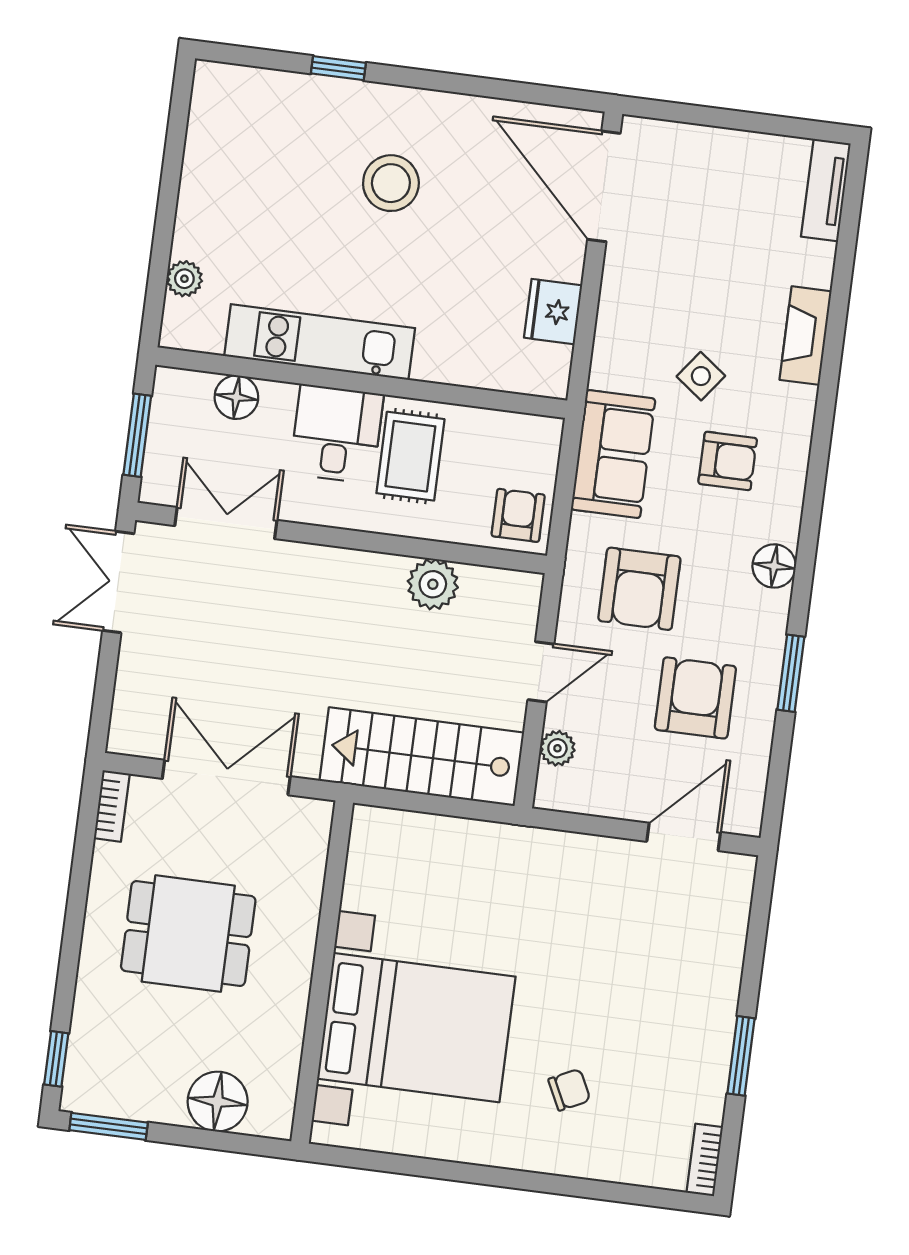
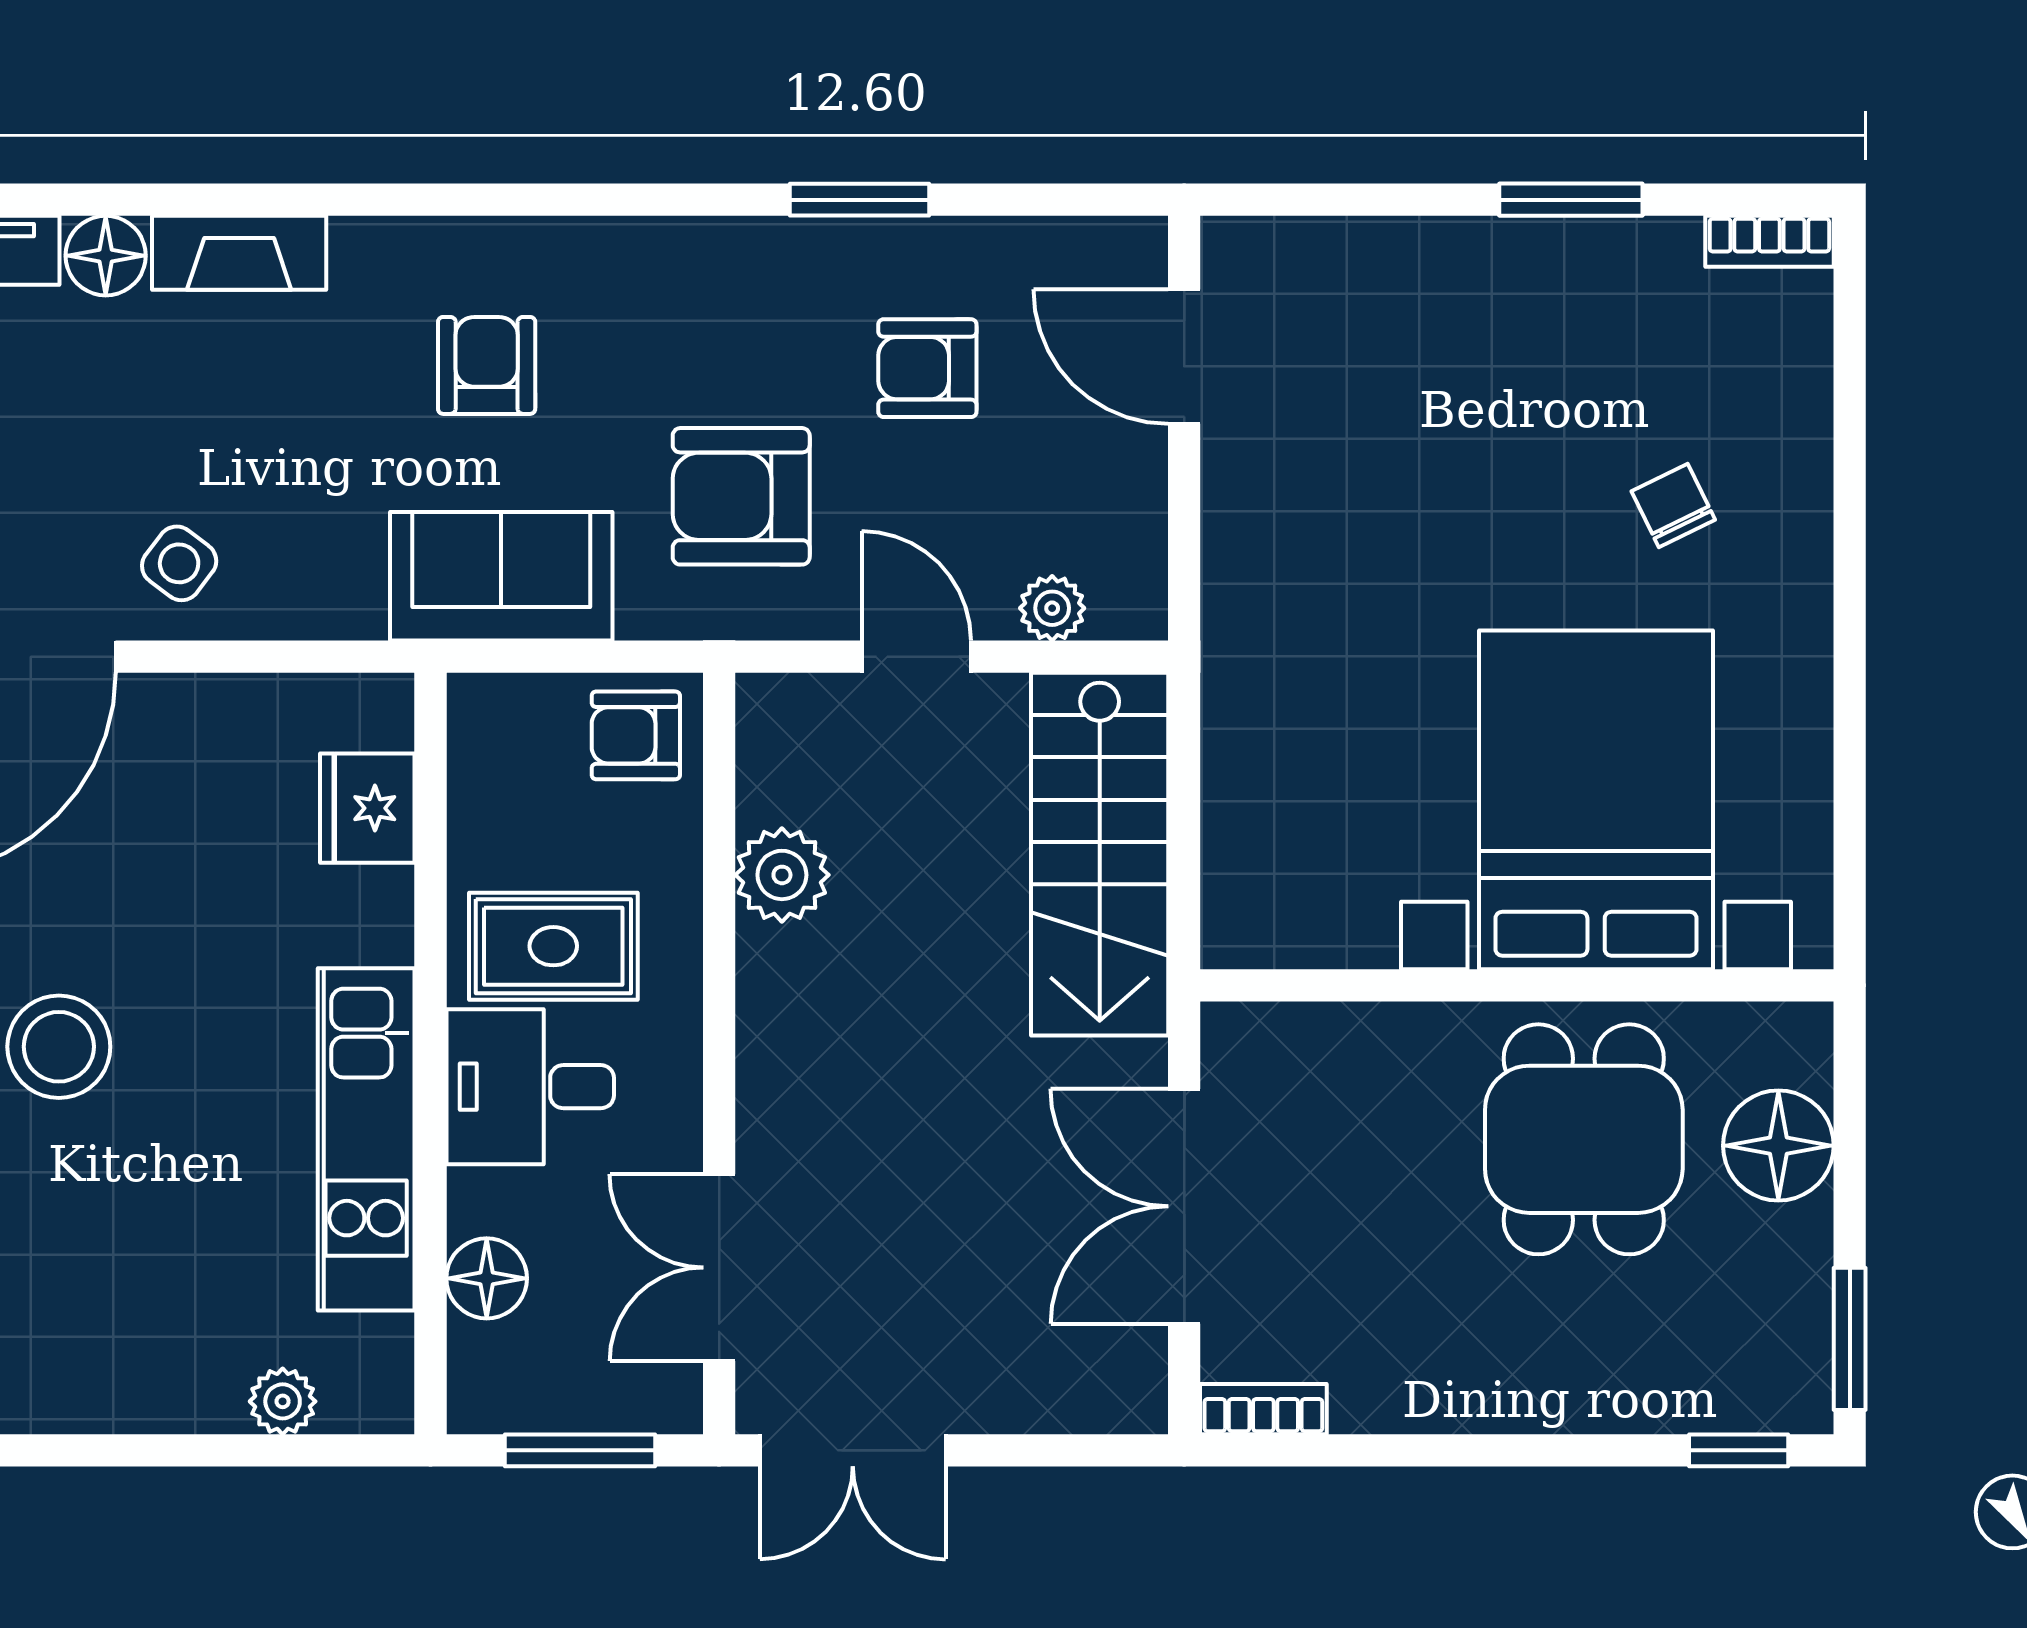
fridge: (553, 312) -> (367, 808), moved, turned 90
side table: (701, 376) -> (179, 563), moved
floor lamp: (774, 566) -> (106, 256), moved
armchair: (639, 589) -> (741, 496), turned 180
armchair: (695, 698) -> (927, 368), width x0.72, depth x0.72
dining table: (188, 934) -> (1584, 1139), moved

